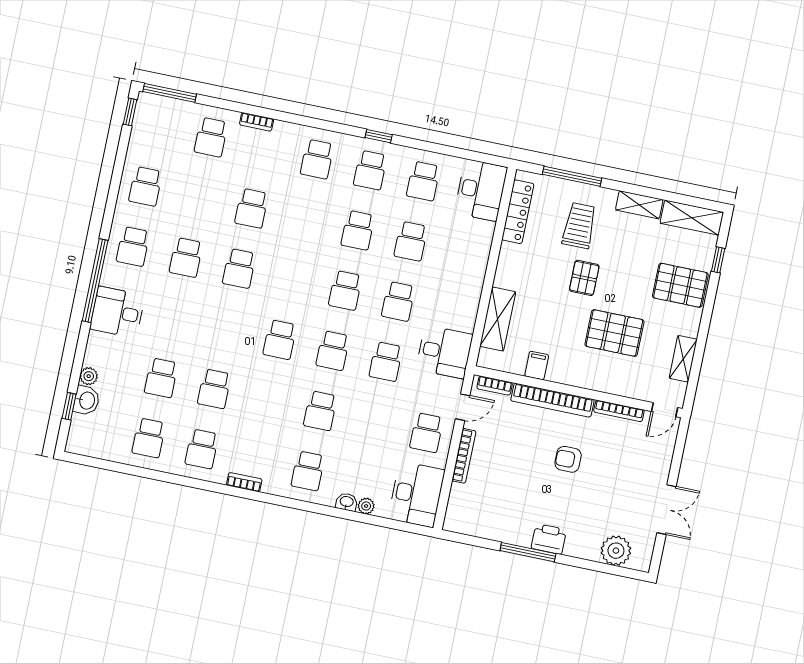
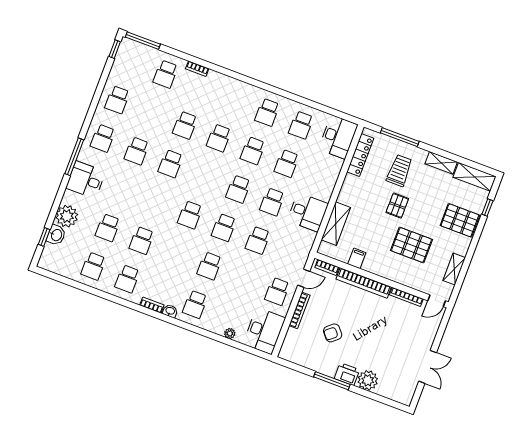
window: (379, 136) -> (276, 91), removed
school desk: (317, 159) -> (219, 138), moved
window: (95, 281) -> (74, 157), width x0.68
desk: (444, 352) -> (308, 212), moved
plant: (89, 376) -> (67, 216), width x1.88, depth x1.88
armchair: (568, 459) -> (333, 333), moved, turned -41
washbasin: (347, 502) -> (170, 311), moved
plant: (616, 551) -> (368, 380), moved

